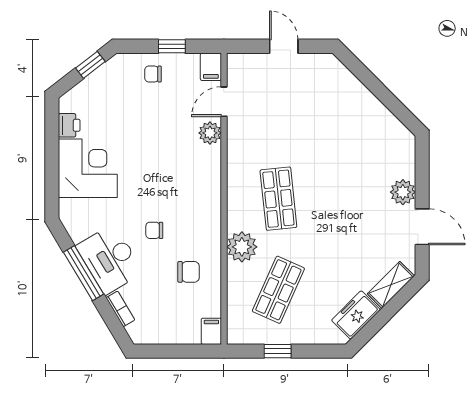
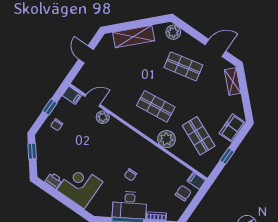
door: (284, 46) -> (86, 54), hinge flipped
shelving: (357, 97) -> (134, 37), added
door: (224, 102) -> (93, 101), swing flipped
plant: (403, 192) -> (173, 32), moved
shop shelf: (364, 199) -> (183, 66), added
chair: (189, 272) -> (183, 193), moved
freezer: (356, 315) -> (232, 128), moved, turned 45

